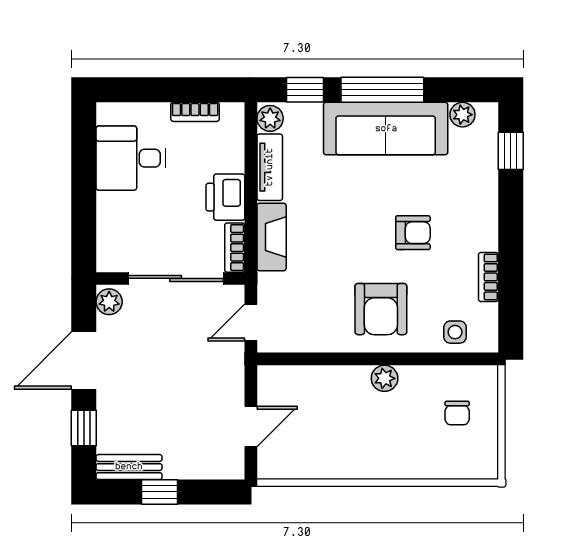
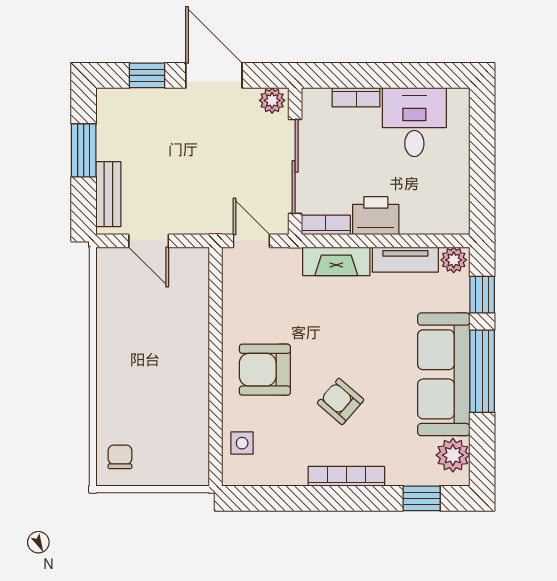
bookcase: (195, 112) -> (356, 97), moved, turned -90
plant: (462, 115) -> (453, 455), width x1.38, depth x1.38
armchair: (413, 233) -> (341, 401), turned 131
bookcase: (488, 277) -> (346, 476), moved, width x1.56
plant: (385, 378) -> (196, 373), removed
chair: (457, 413) -> (120, 457), moved, turned 90
bench: (129, 467) -> (108, 194), moved
window: (159, 492) -> (84, 150), width x1.50

